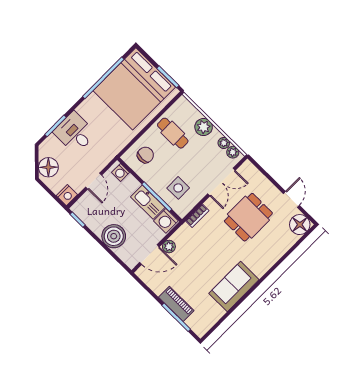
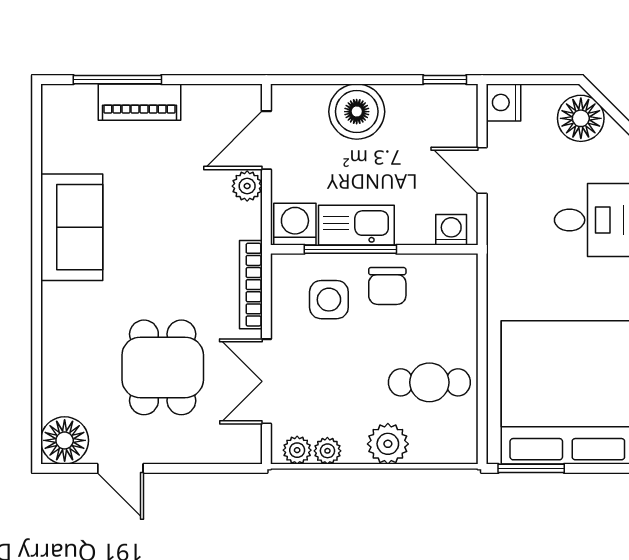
chair: (145, 155) -> (387, 286), moved
bookcase: (197, 216) -> (251, 285), width x1.56

